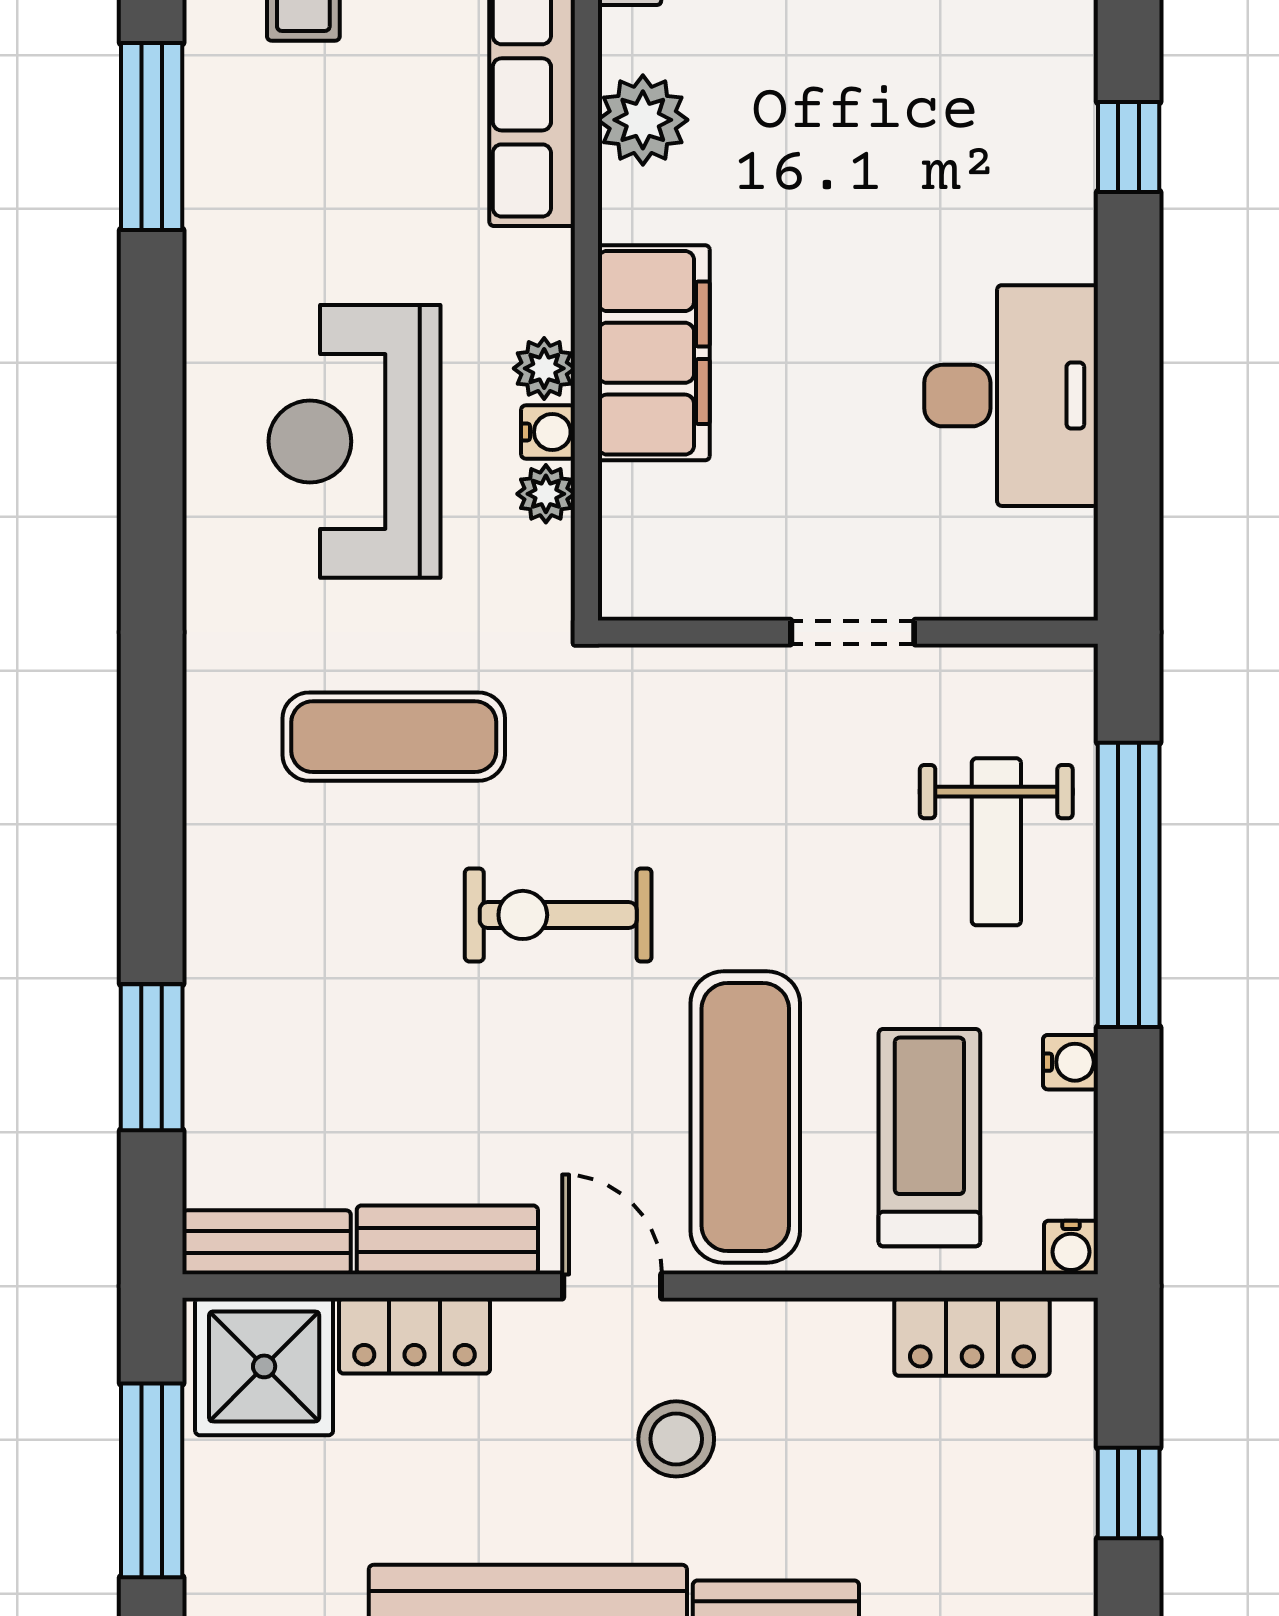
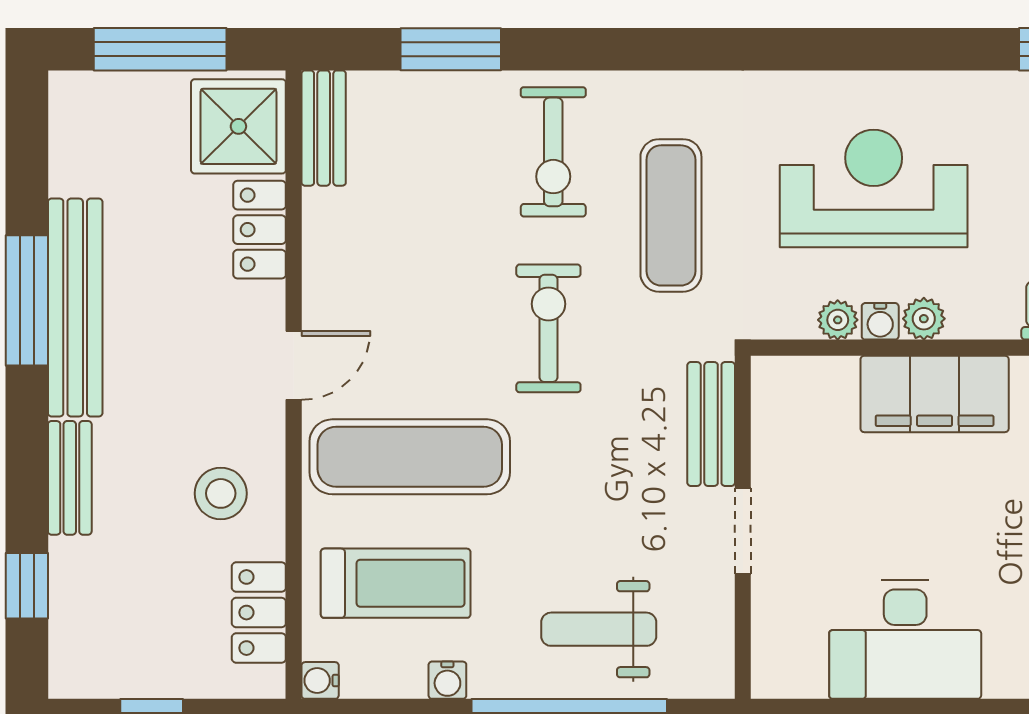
exercise bike: (301, 908) -> (553, 152), added
bench: (447, 1240) -> (711, 424), moved
stool: (676, 1439) -> (221, 493), moved

